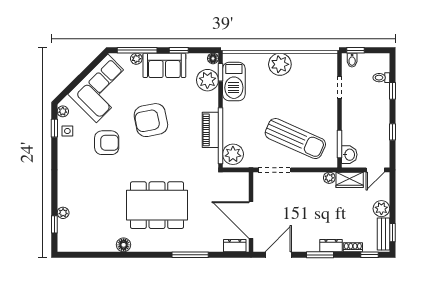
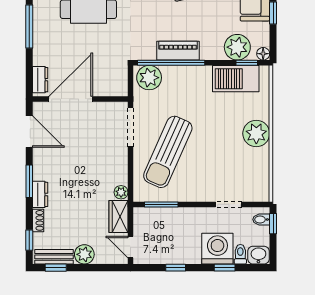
washing machine: (377, 97) -> (217, 249), added
washbasin: (349, 155) -> (258, 255), moved, turned 180

